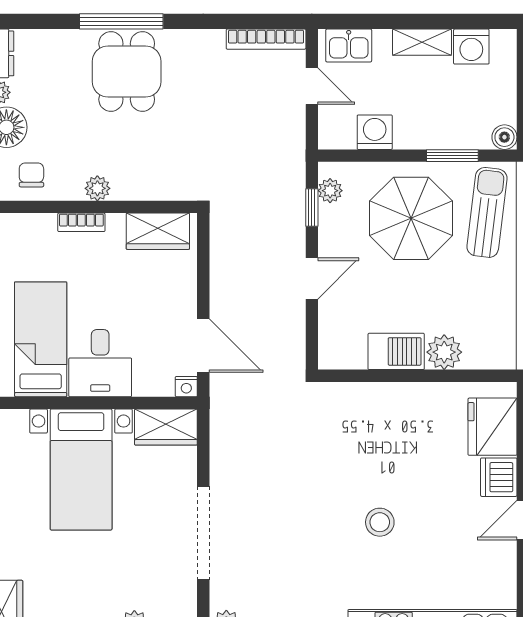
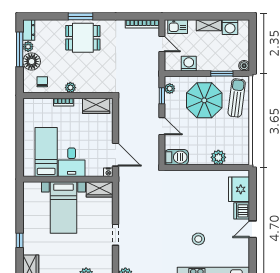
window: (121, 21) -> (81, 16), width x0.69
dining table: (127, 71) -> (83, 38), turned 90
door: (312, 279) -> (162, 126), hinge flipped
barbecue: (396, 351) -> (176, 157), moved
stool: (380, 522) -> (198, 239), moved
doorway: (203, 533) -> (116, 235), width x0.53

